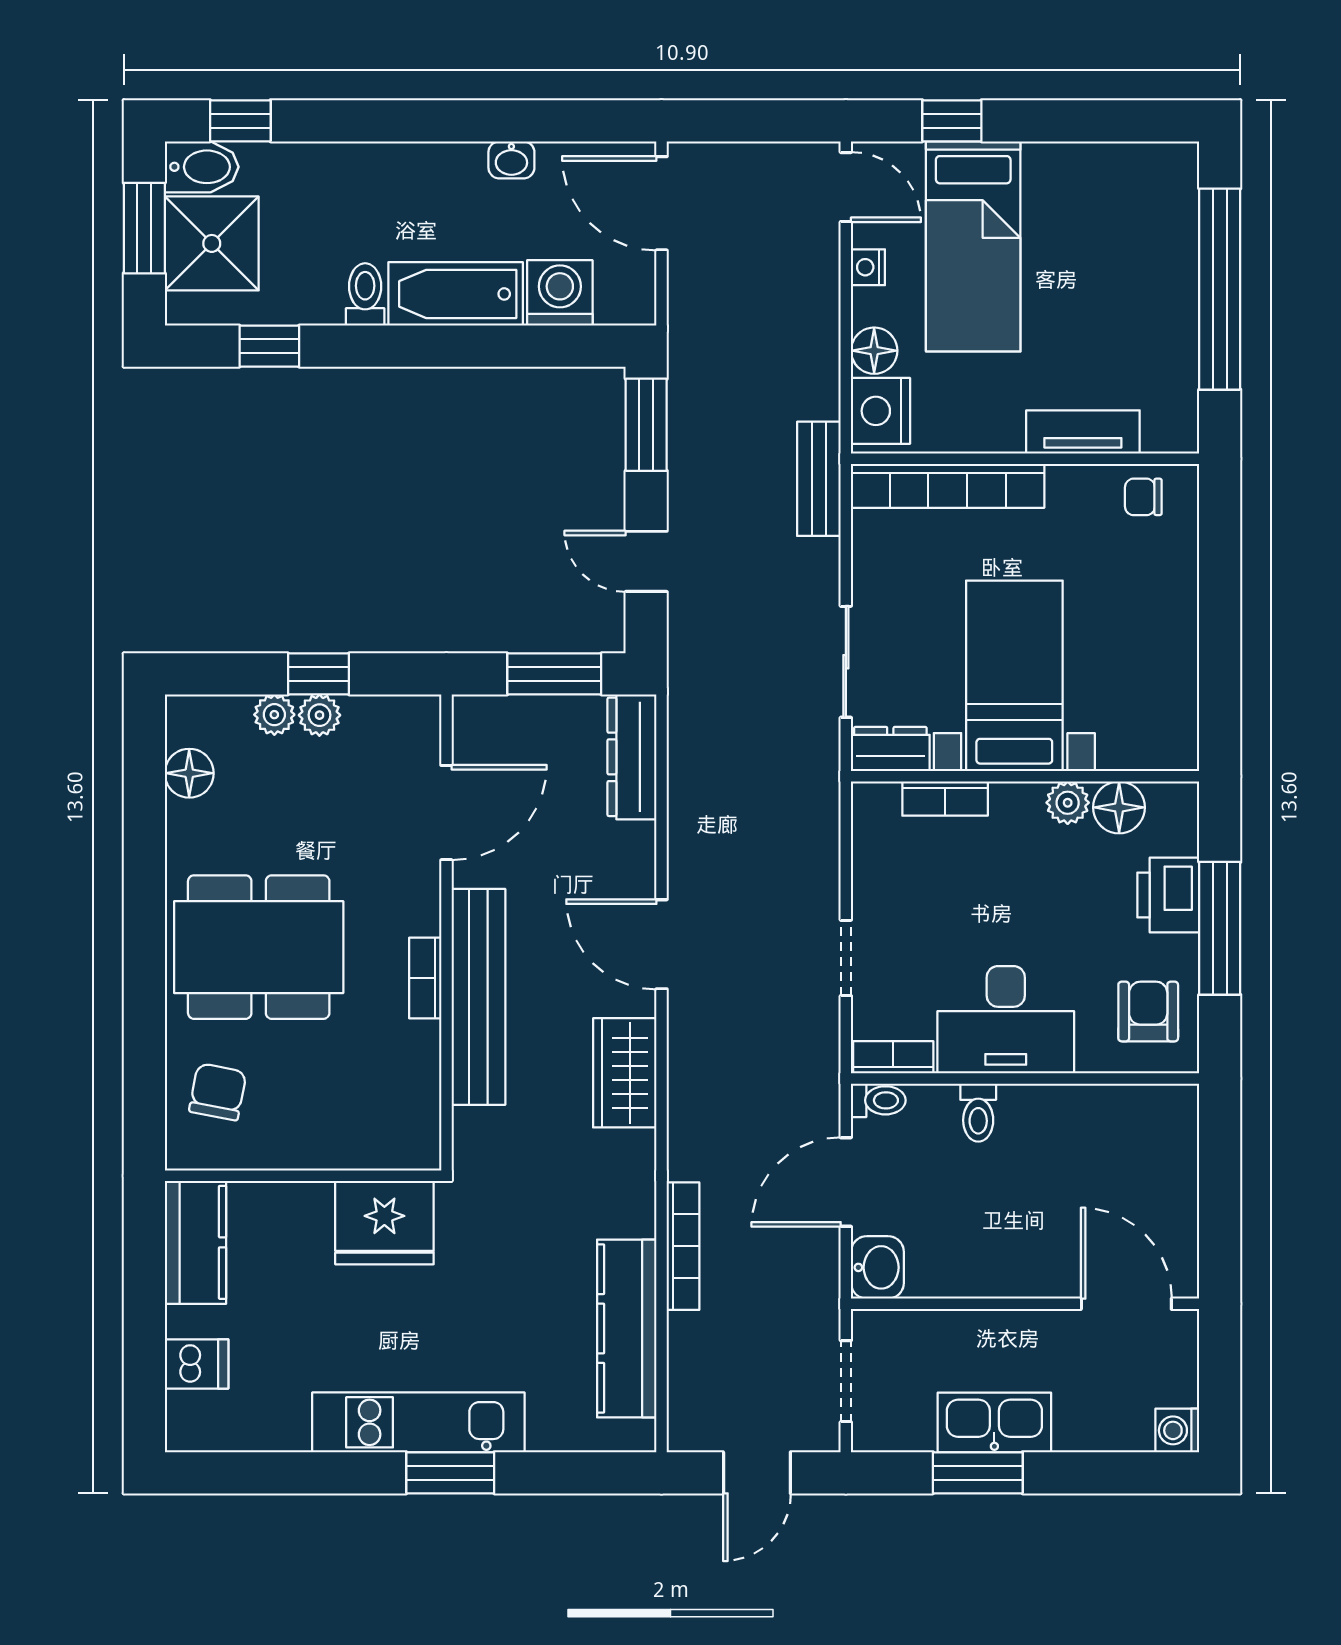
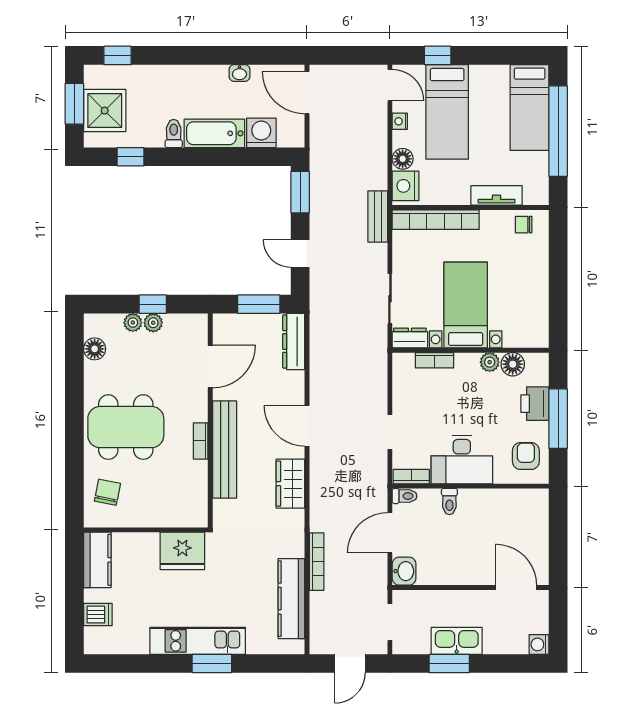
bidet: (202, 167) -> (100, 76), removed
bed: (1156, 237) -> (530, 108), added

